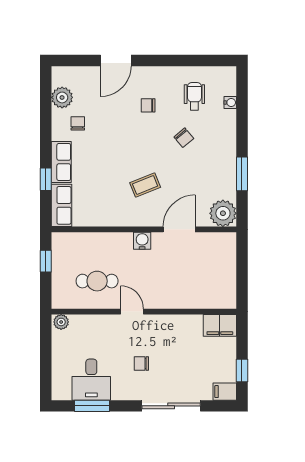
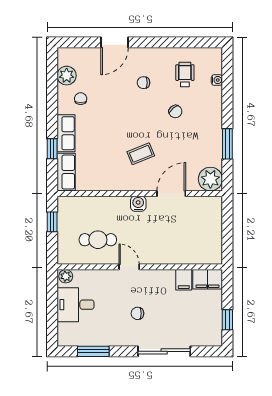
desk: (91, 380) -> (76, 305), moved, turned 90
filing cabinet: (225, 392) -> (184, 280), moved, turned -90

